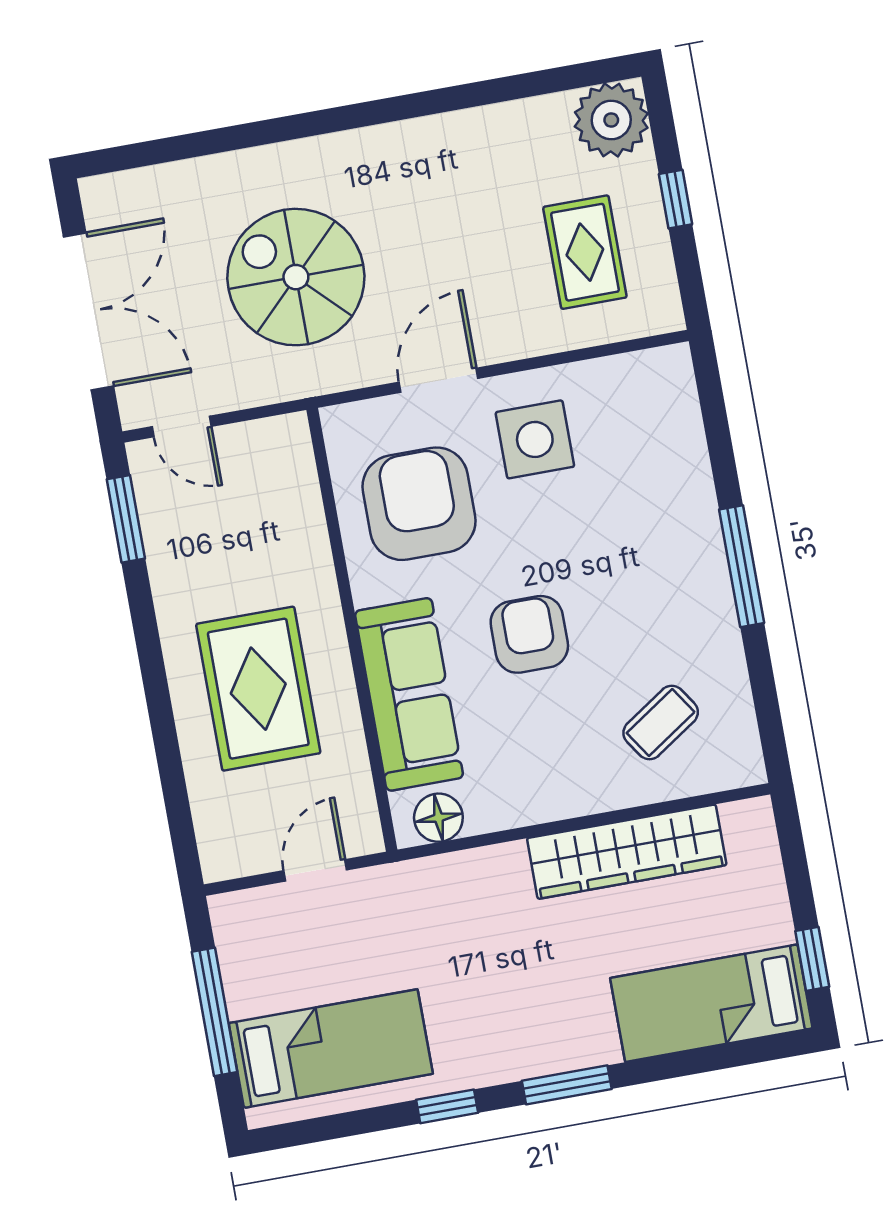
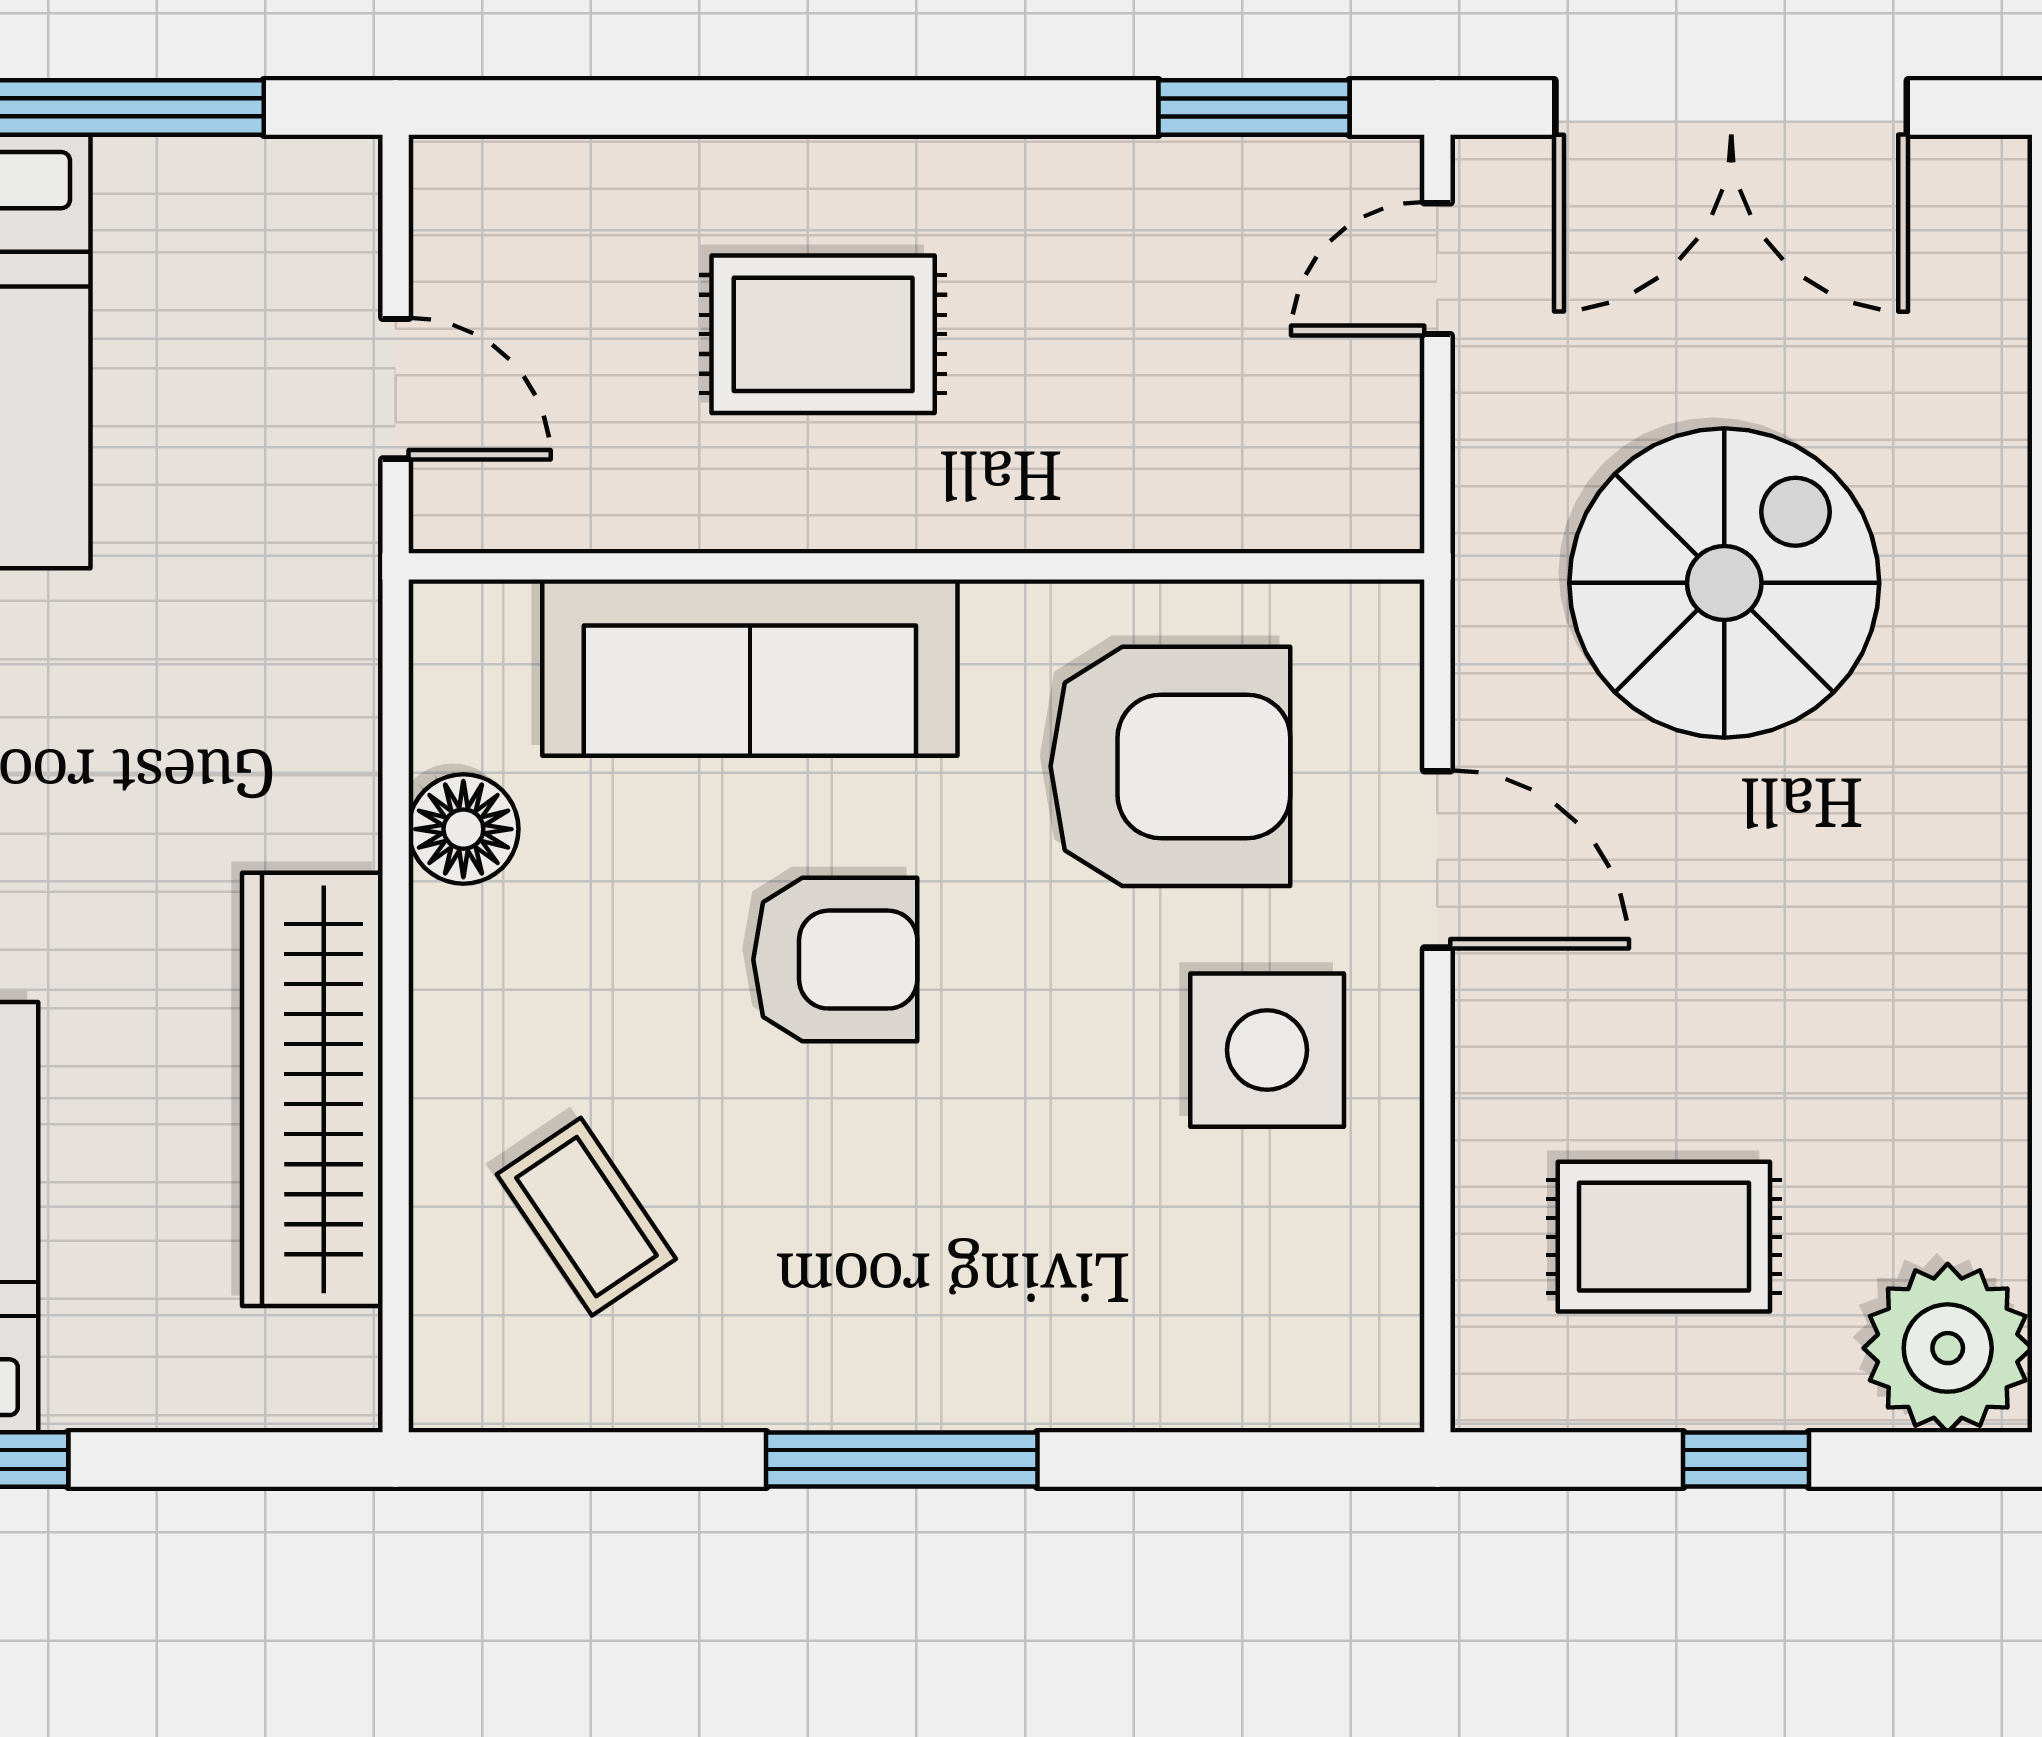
rug: (258, 689) -> (823, 334), width x0.73, depth x0.70
floor lamp: (438, 818) -> (463, 829), moved

